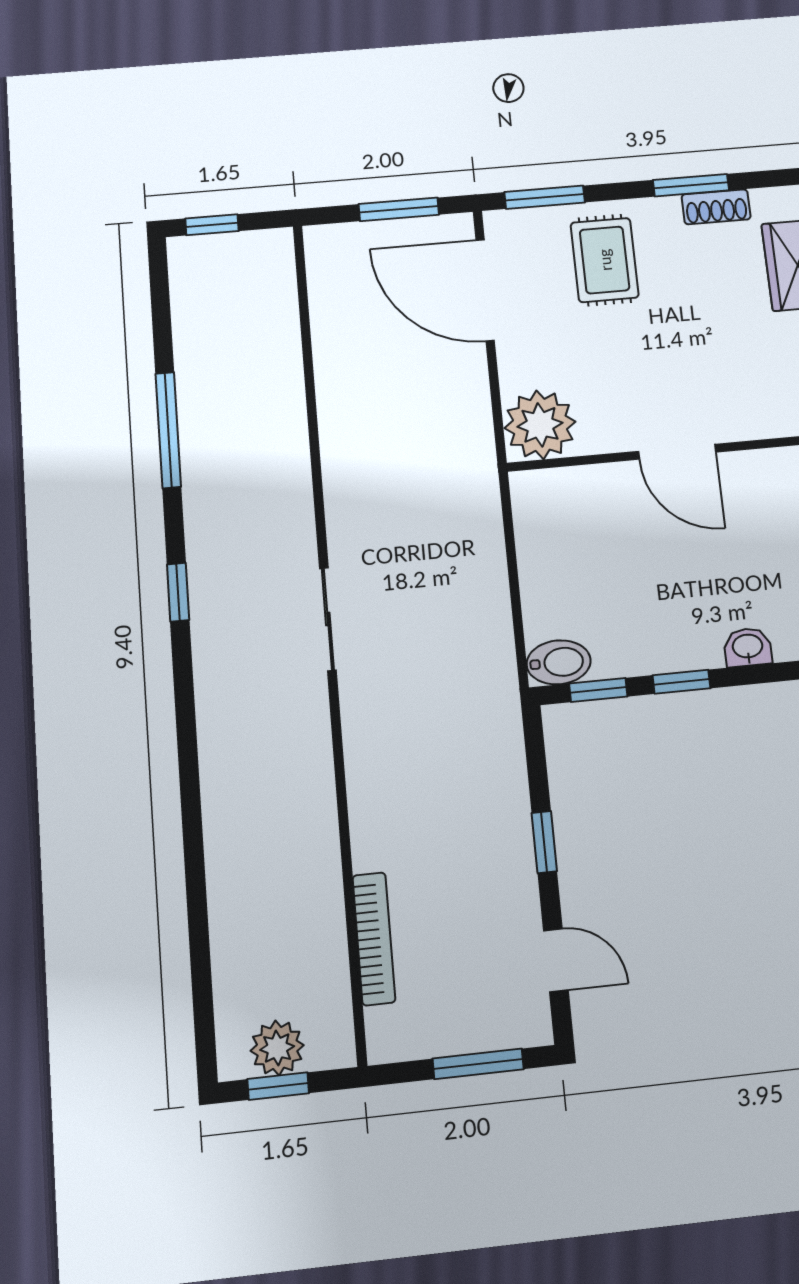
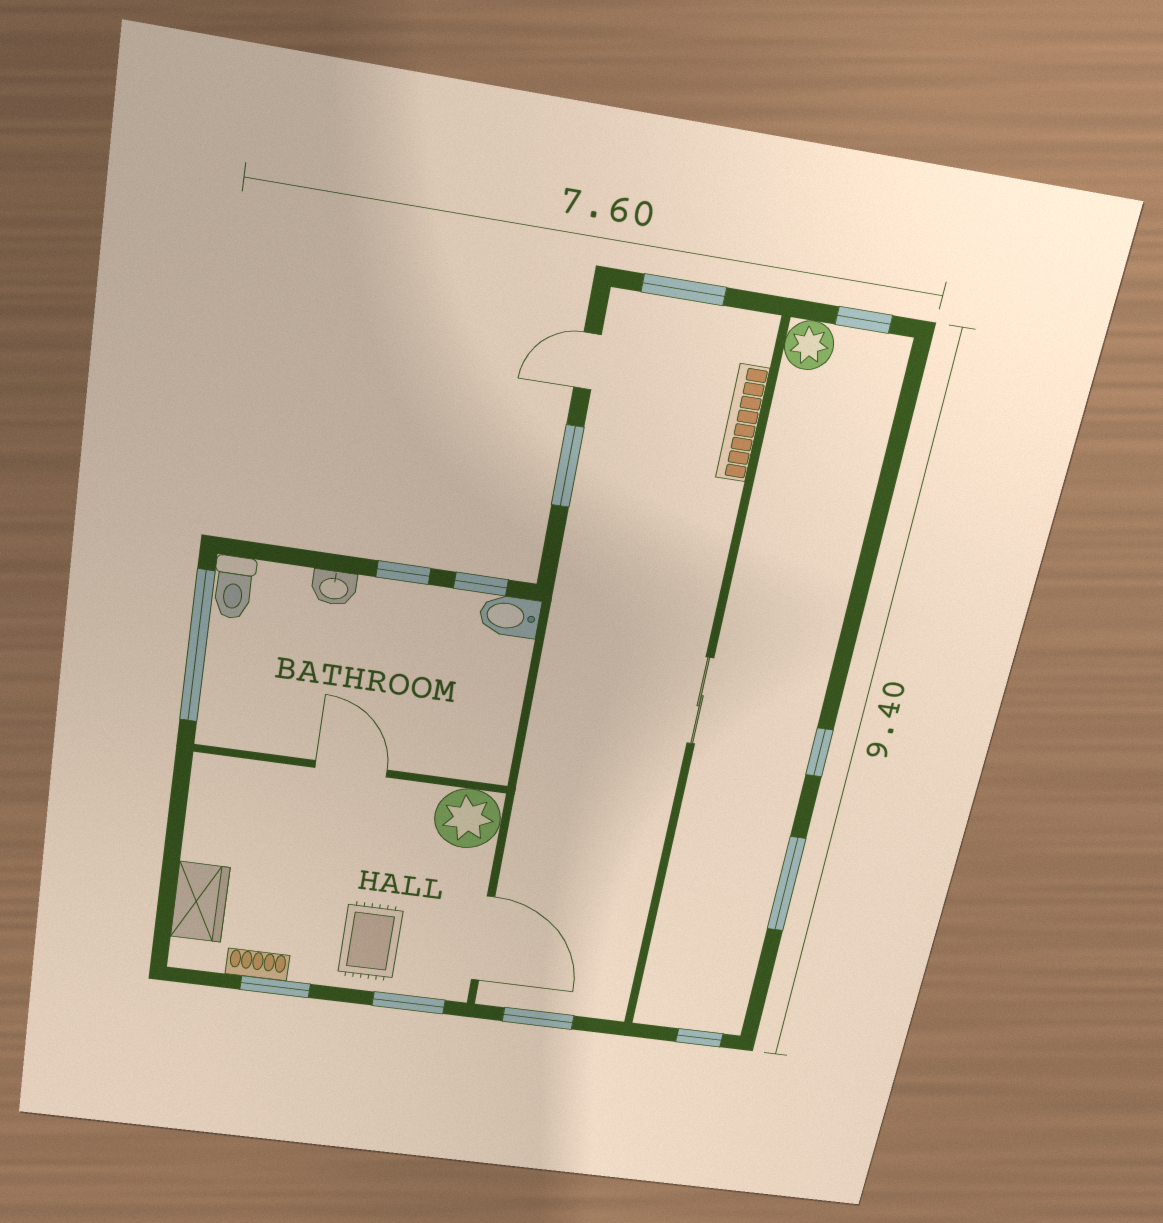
window: (544, 842) -> (568, 466), width x1.50
door: (556, 960) -> (587, 361), hinge flipped
plant: (277, 1048) -> (809, 345), moved

